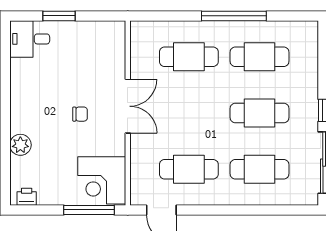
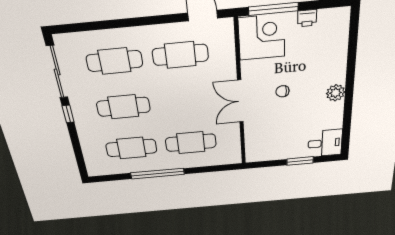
plant: (20, 145) -> (336, 93), moved
printer: (27, 197) -> (307, 18), moved

